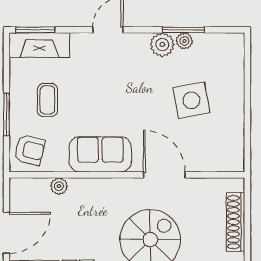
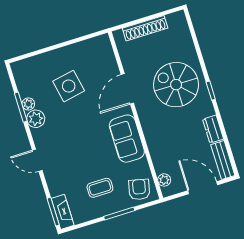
fireplace: (39, 45) -> (63, 212), width x0.73, depth x0.76
plant: (59, 186) -> (164, 180), moved

